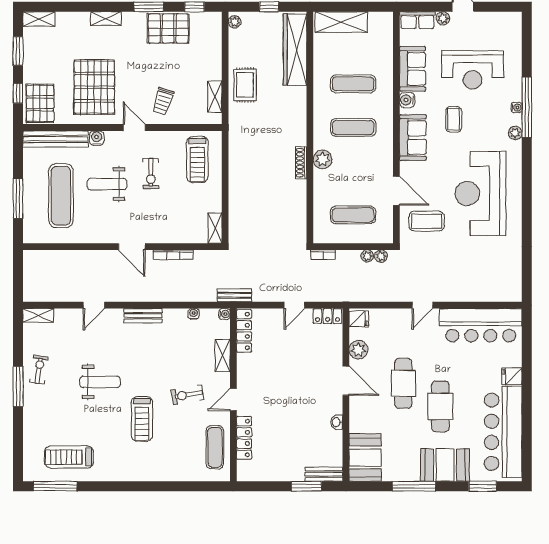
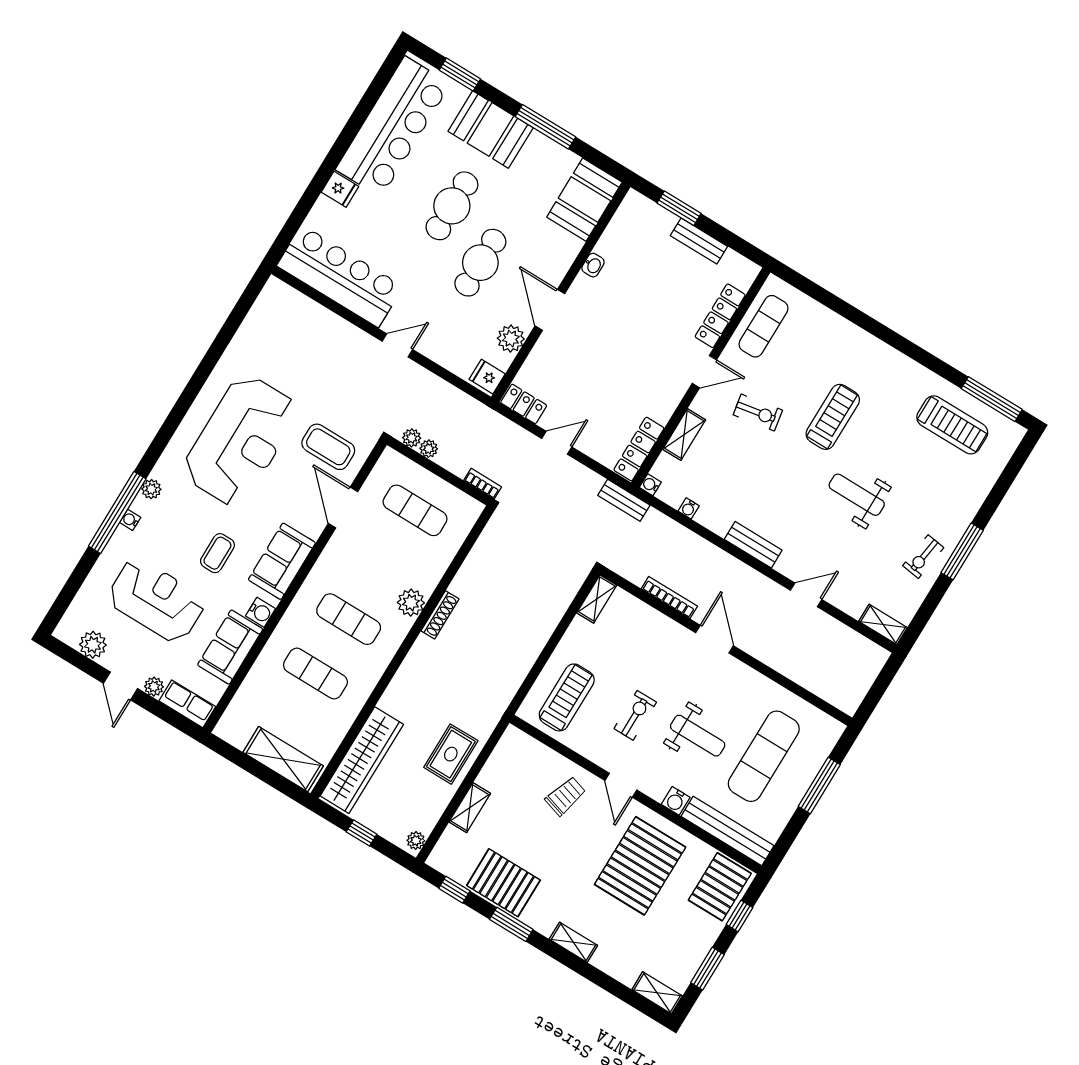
plant: (494, 21) -> (93, 645), added
shelving: (215, 97) -> (470, 808), moved
bench: (324, 474) -> (699, 241), moved

